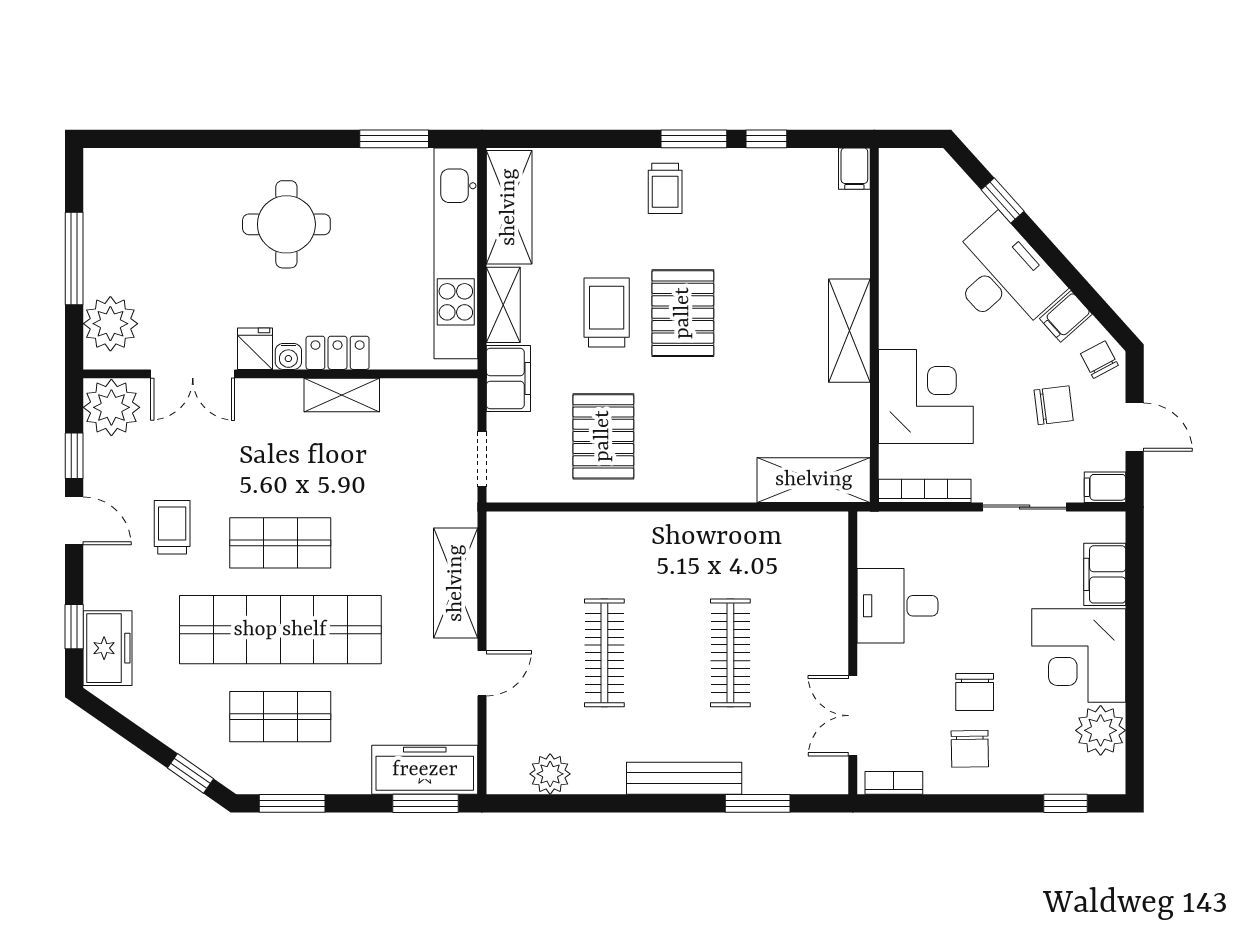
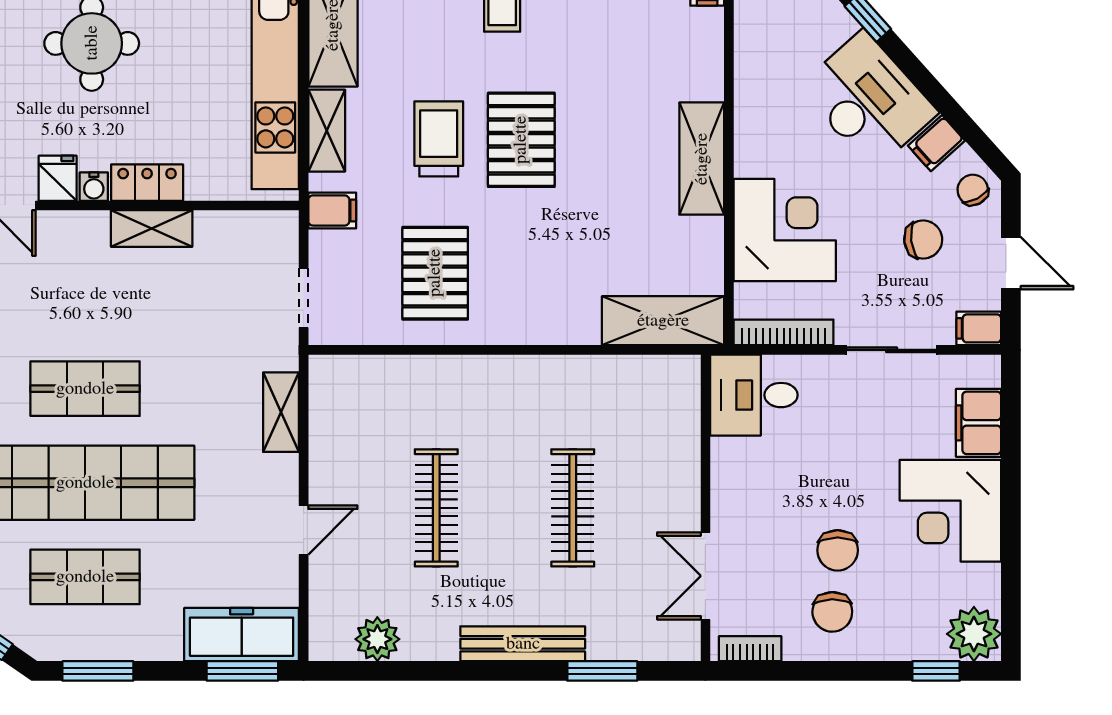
filing cabinet: (508, 378) -> (332, 210), width x0.50
shelving: (456, 583) -> (281, 412), width x0.67, depth x0.75
desk: (897, 606) -> (754, 395), moved
plant: (1101, 730) -> (974, 634), moved

